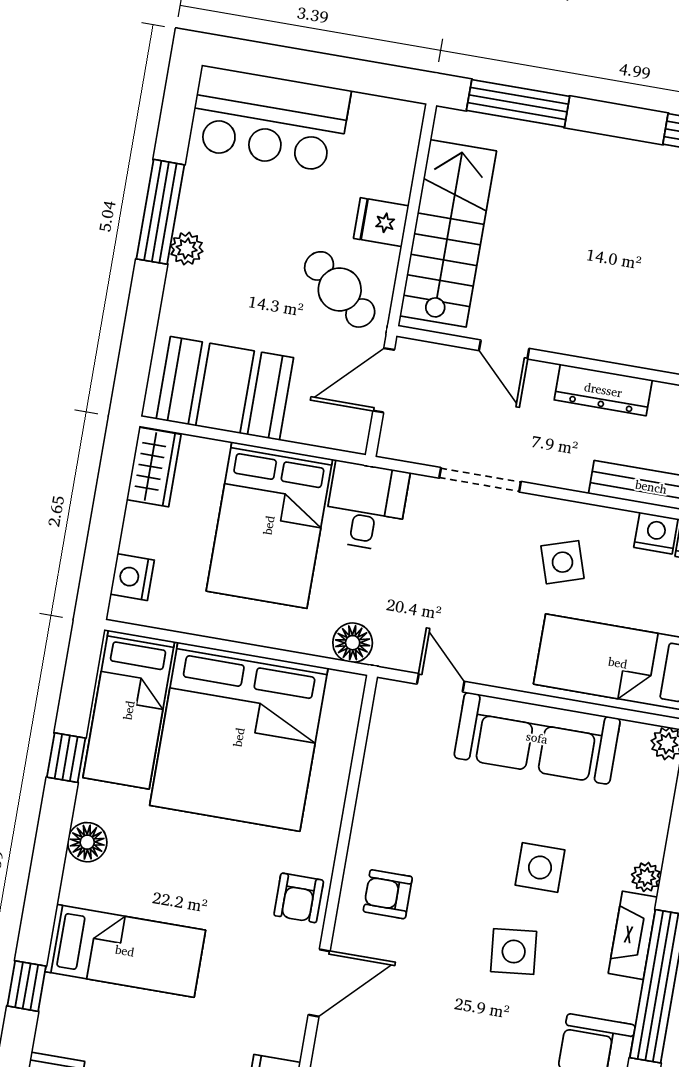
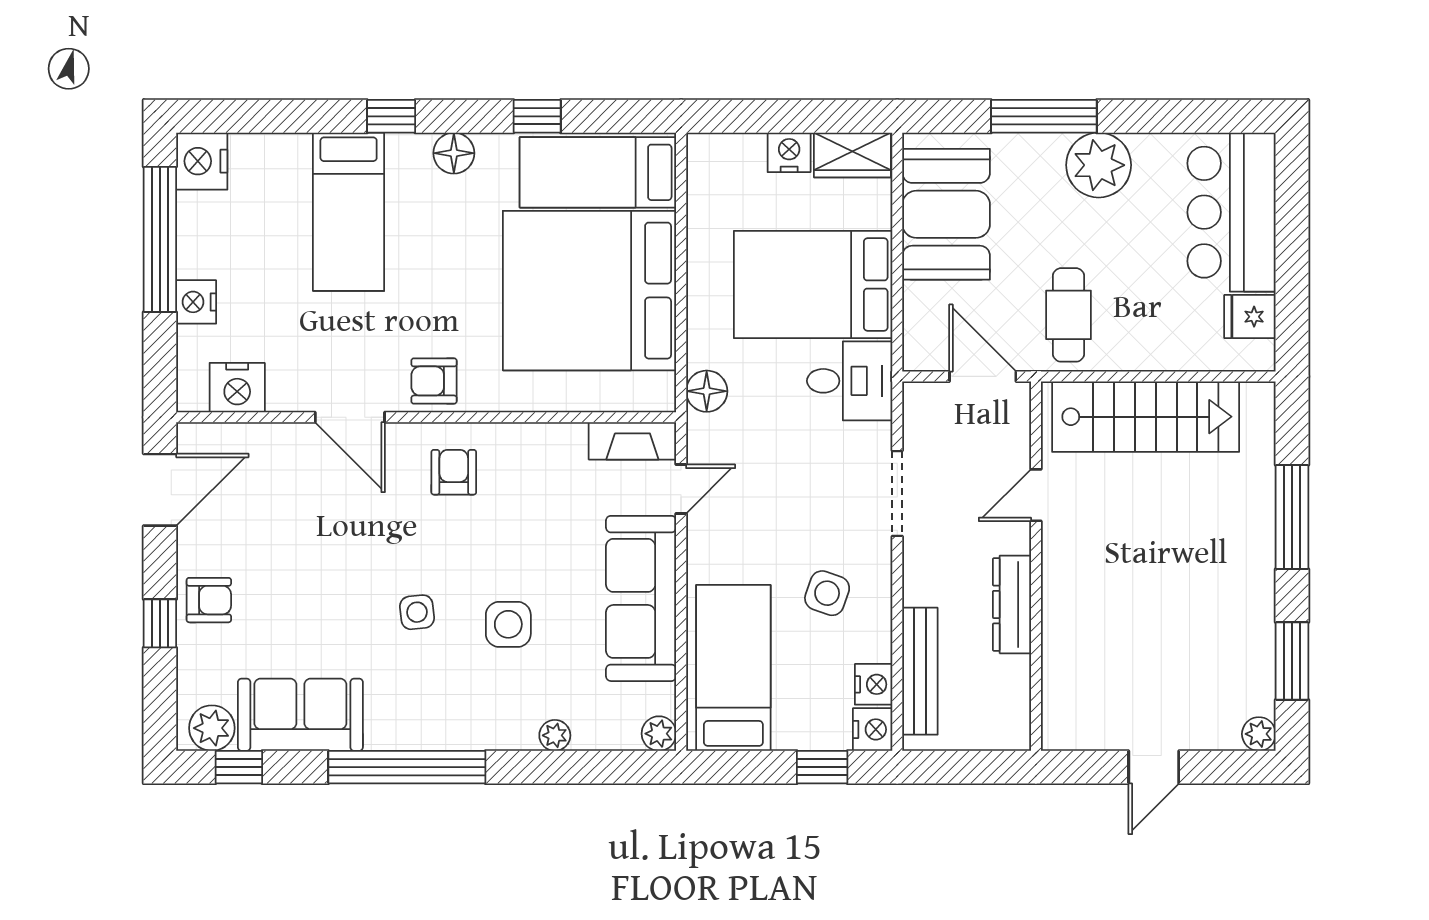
window: (518, 103) -> (1292, 517), moved
window: (160, 212) -> (1044, 116), moved
fridge: (381, 222) -> (1250, 317), moved, turned -90
plant: (187, 249) -> (1099, 165), width x1.87, depth x1.87
cafe table: (340, 289) -> (1069, 315), turned -39
side table: (562, 562) -> (827, 593), turned 37
nightstand: (132, 577) -> (789, 152), moved
plant: (646, 877) -> (555, 735), moved
fireplace: (633, 935) -> (632, 441), moved, turned 180
side table: (514, 952) -> (417, 612), width x0.73, depth x0.73
window: (27, 986) -> (391, 116), moved

